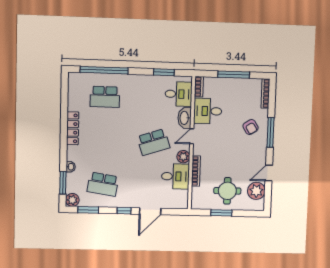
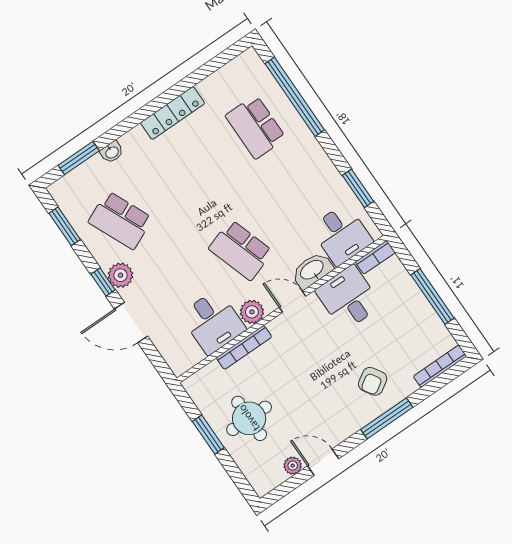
school desk: (103, 184) -> (120, 220), turned -33
plant: (256, 191) -> (293, 466), width x0.53, depth x0.53
plant: (72, 200) -> (120, 275), moved

